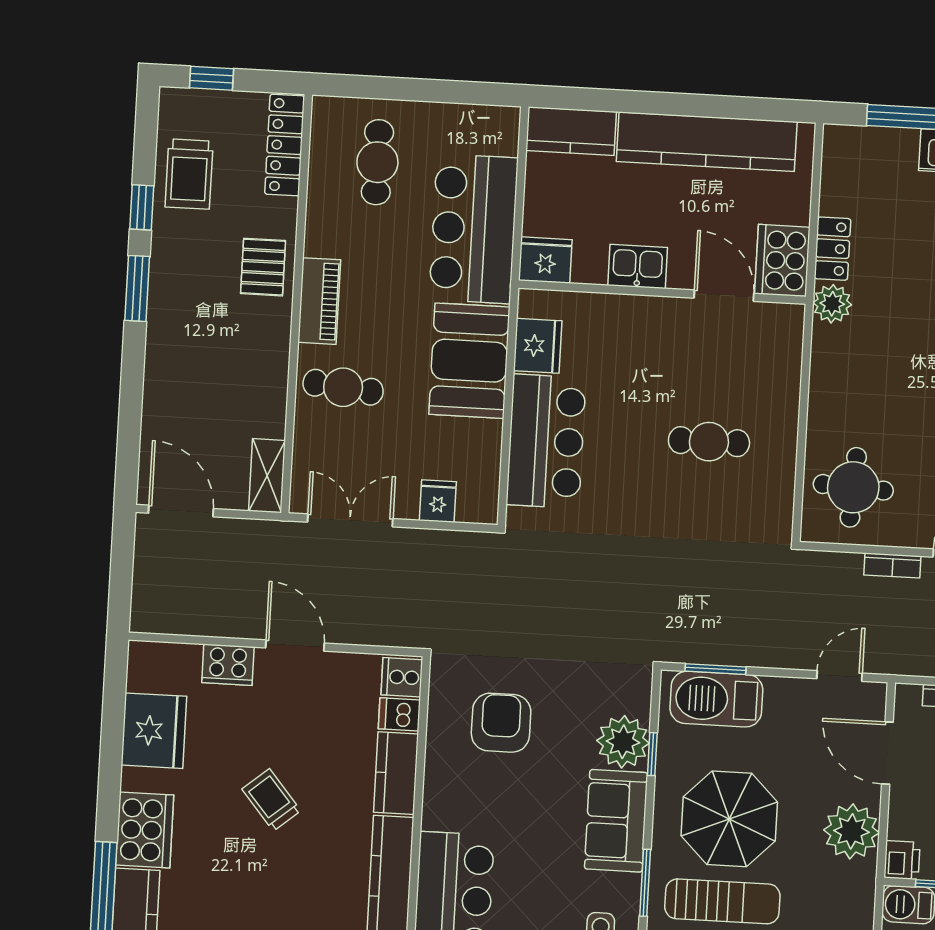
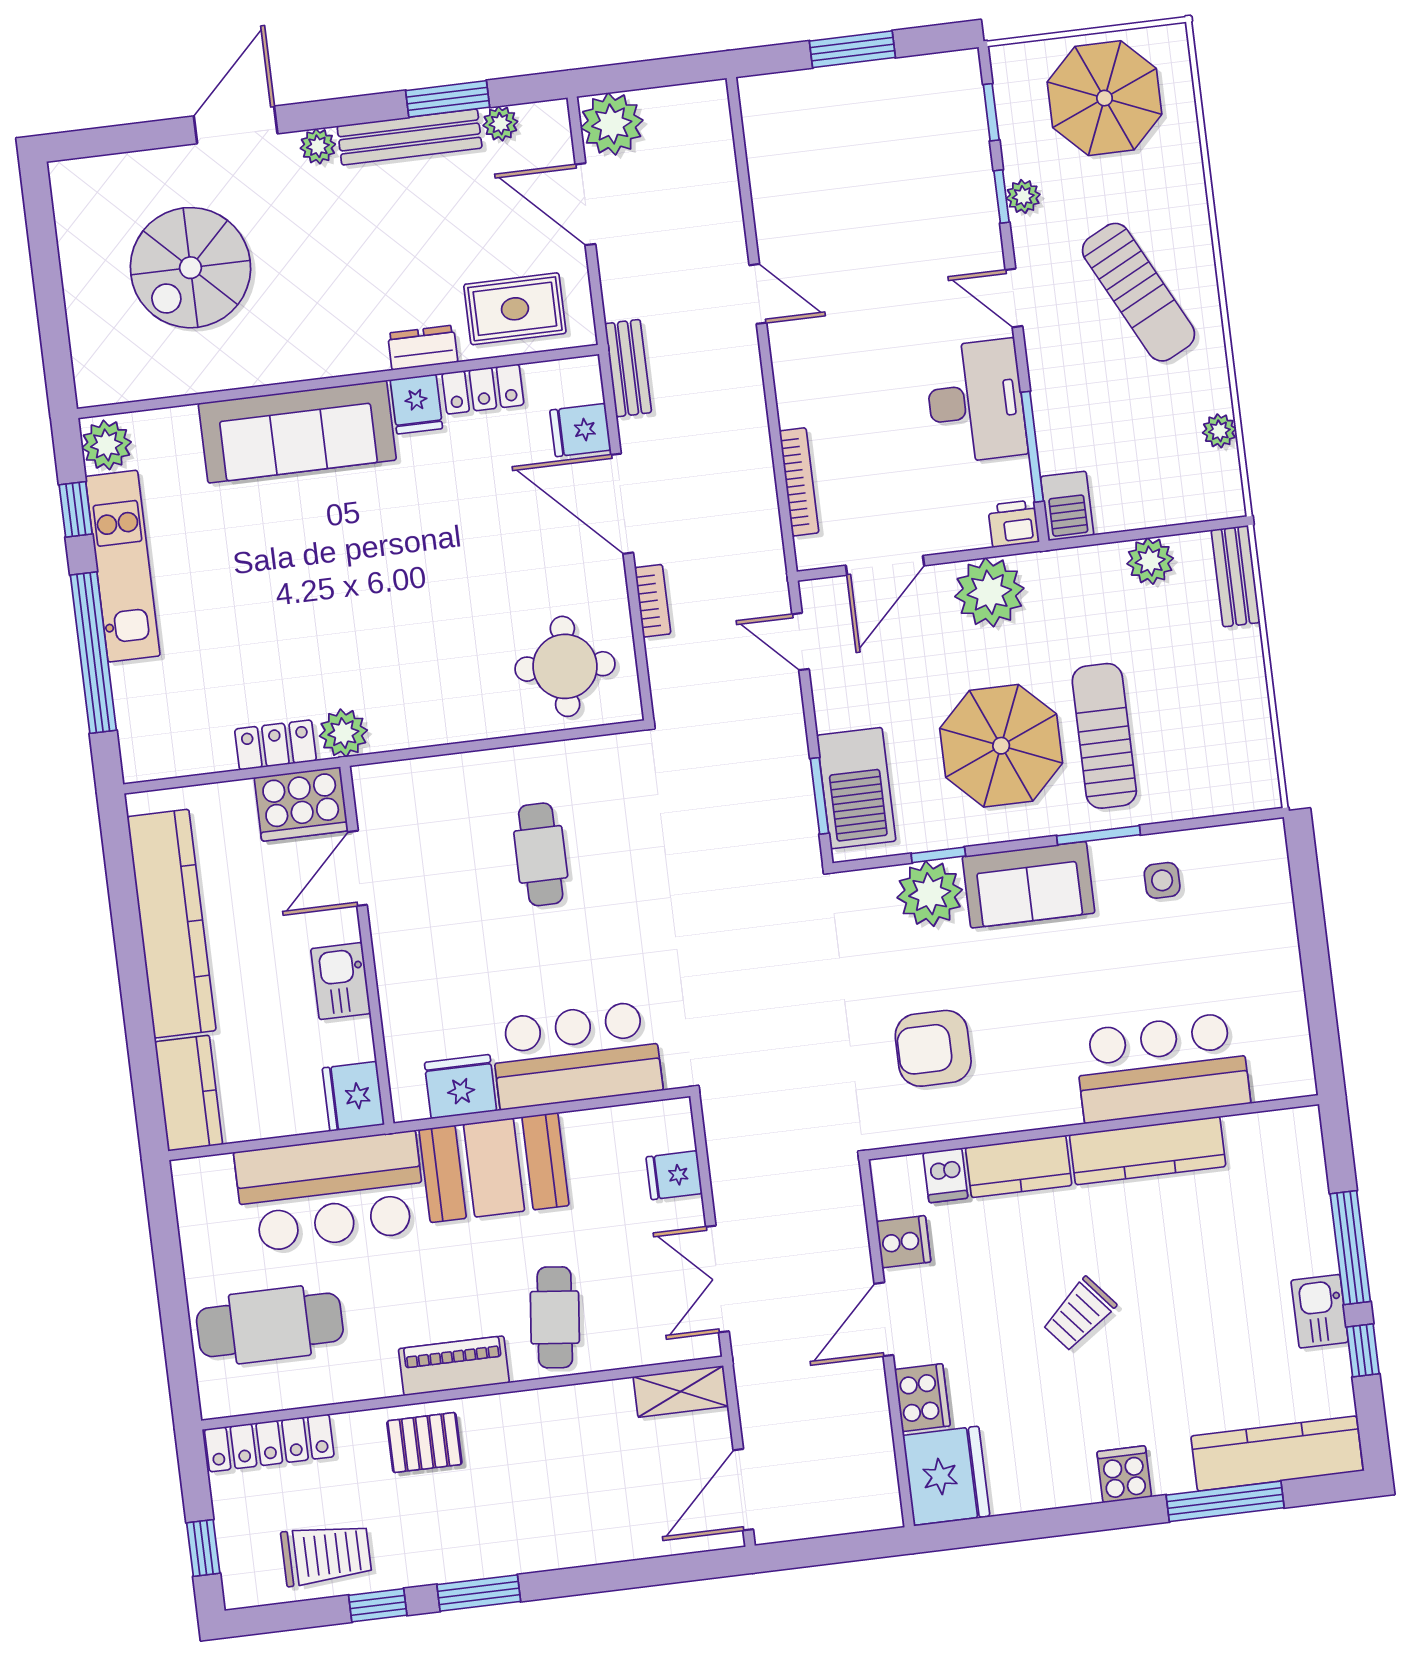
cafe table: (377, 162) -> (270, 1325), width x1.37, depth x1.35
cooker: (402, 677) -> (904, 1242), moved, turned -90
fridge: (154, 731) -> (946, 1476), moved, turned 90
cooker: (145, 830) -> (1124, 1474), width x0.53, depth x0.76

